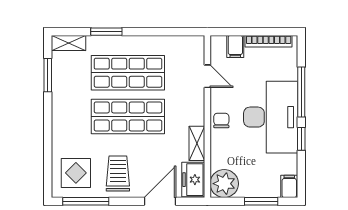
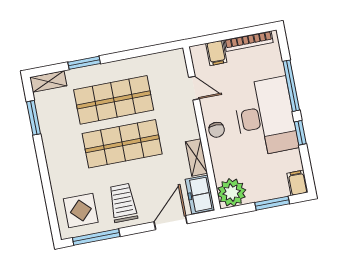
chair: (221, 120) -> (217, 130), turned 180

